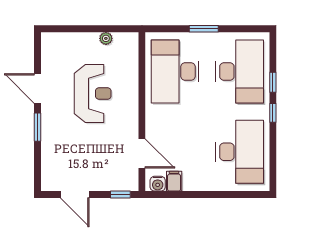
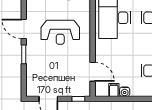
reception desk: (93, 93) -> (60, 32), turned 90
water cooler: (158, 184) -> (125, 92), moved

